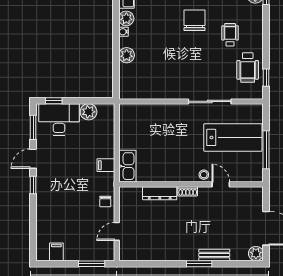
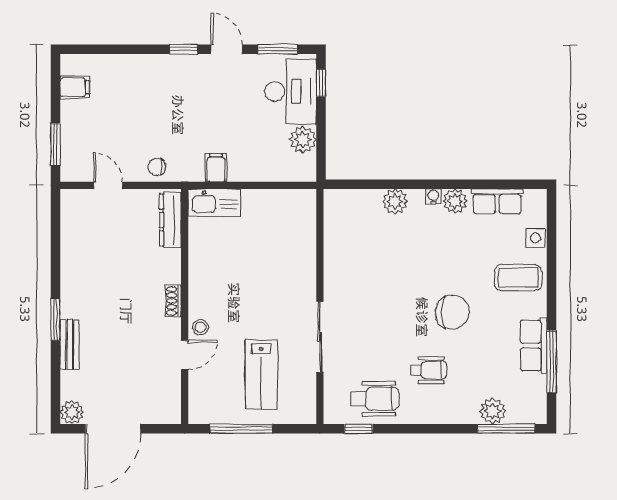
wheelchair: (248, 67) -> (375, 399), turned 180
lab bench: (233, 137) -> (261, 375), width x0.73, depth x0.72
dresser: (160, 193) -> (170, 220), moved

